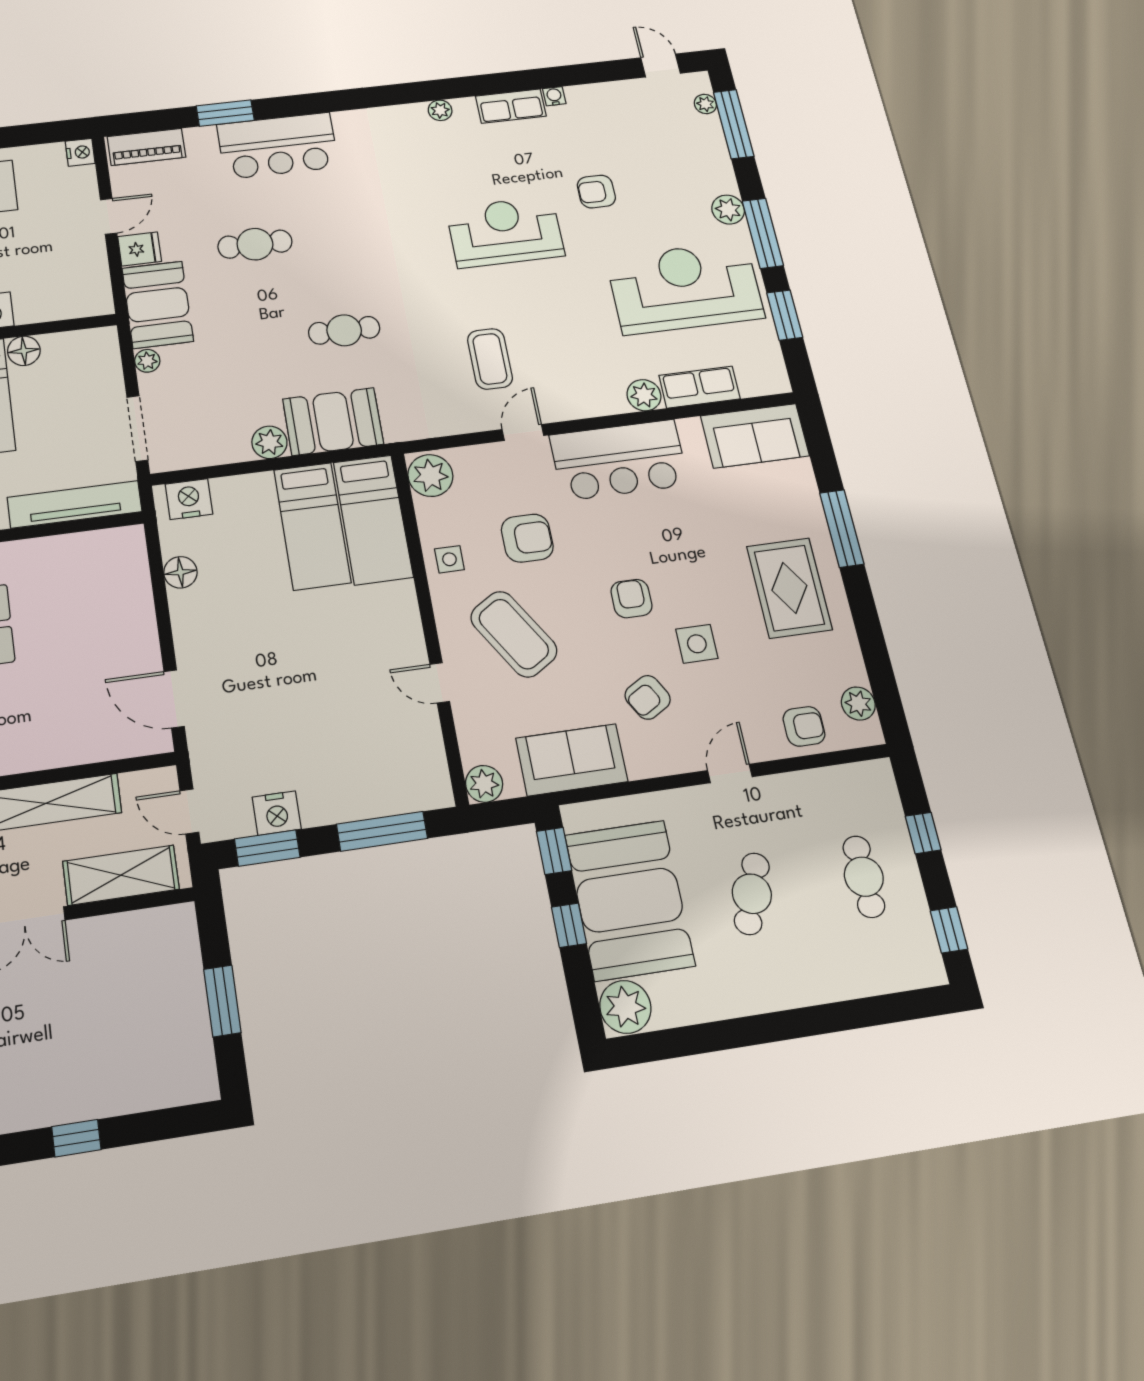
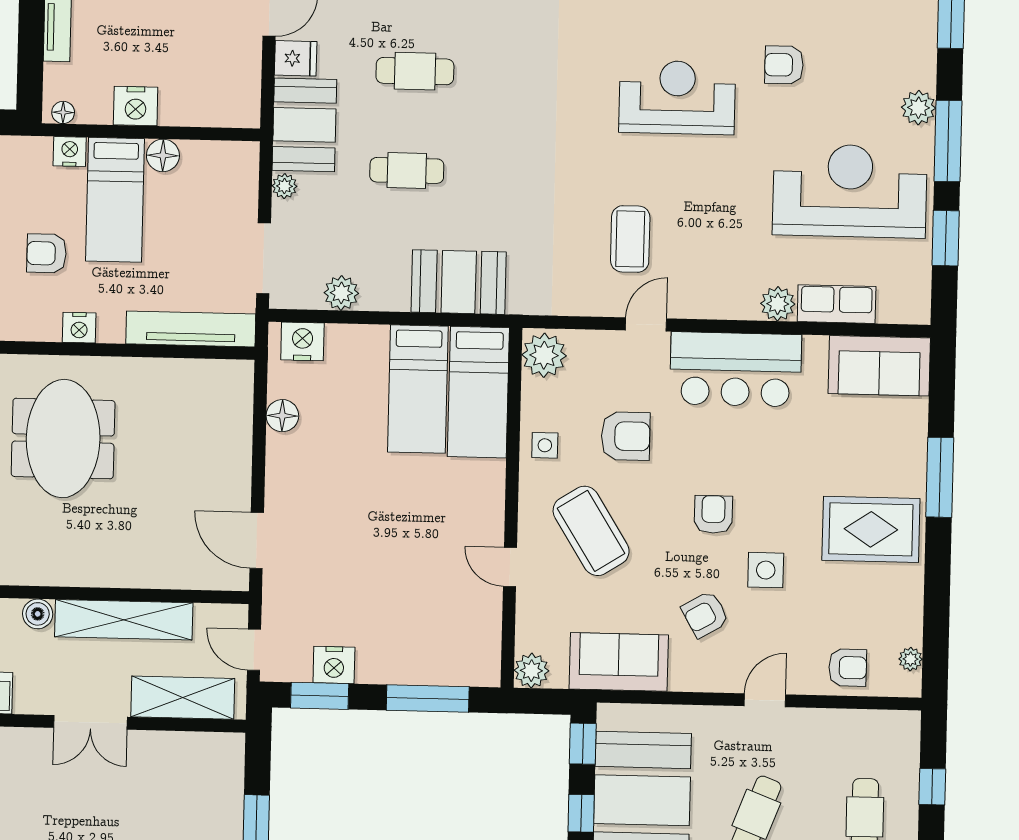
cafe table: (344, 330) -> (407, 170), moved
plant: (269, 442) -> (341, 293), moved
rug: (789, 588) -> (871, 529), turned 90
plant: (858, 703) -> (911, 659), width x0.73, depth x0.73

